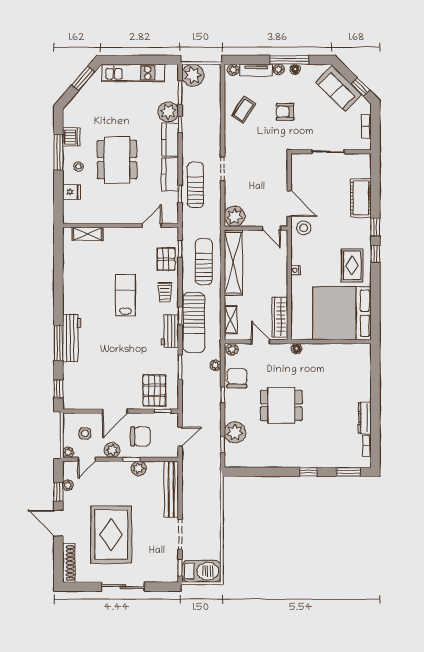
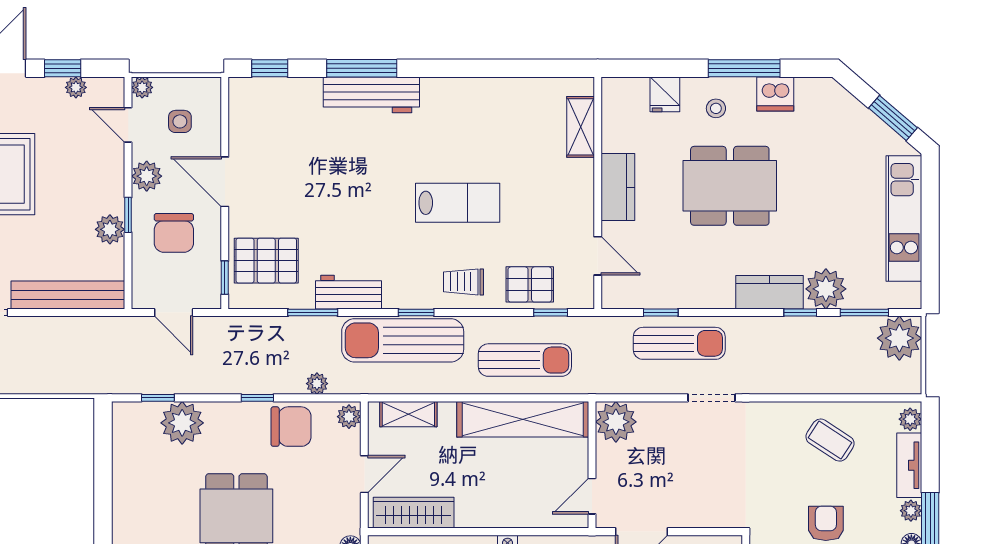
kitchen counter: (170, 174) -> (618, 187), moved, turned 90
workbench: (170, 331) -> (349, 292), moved

